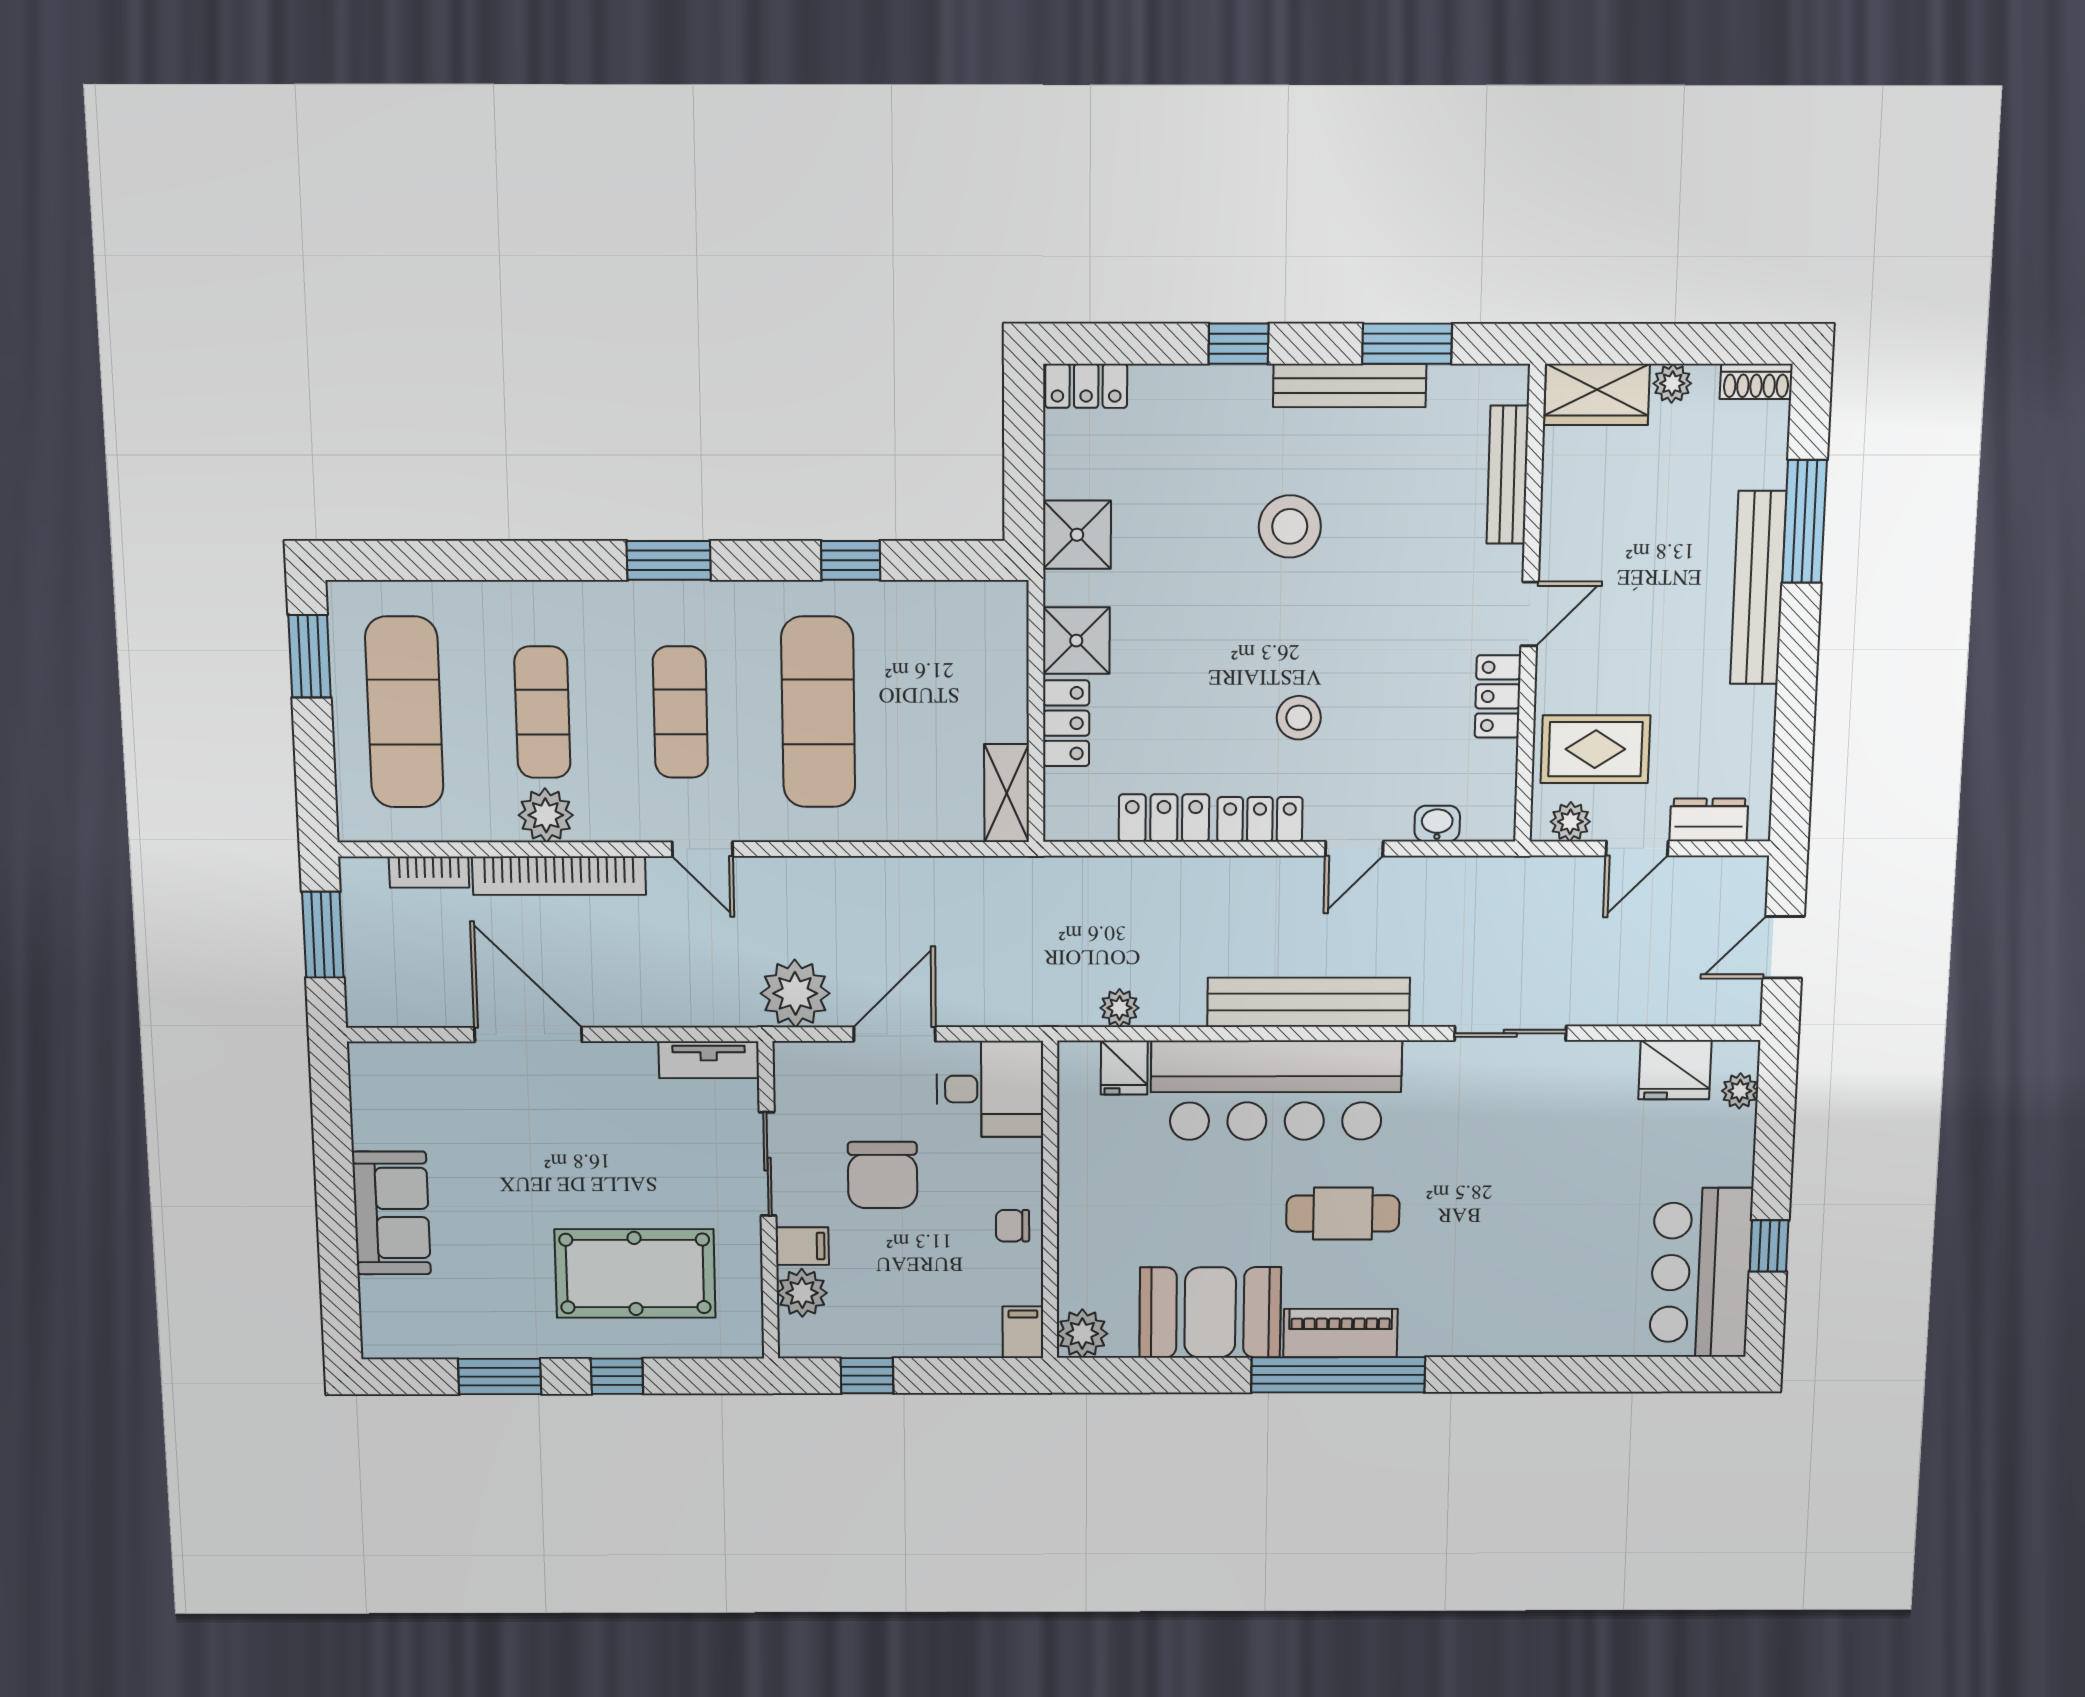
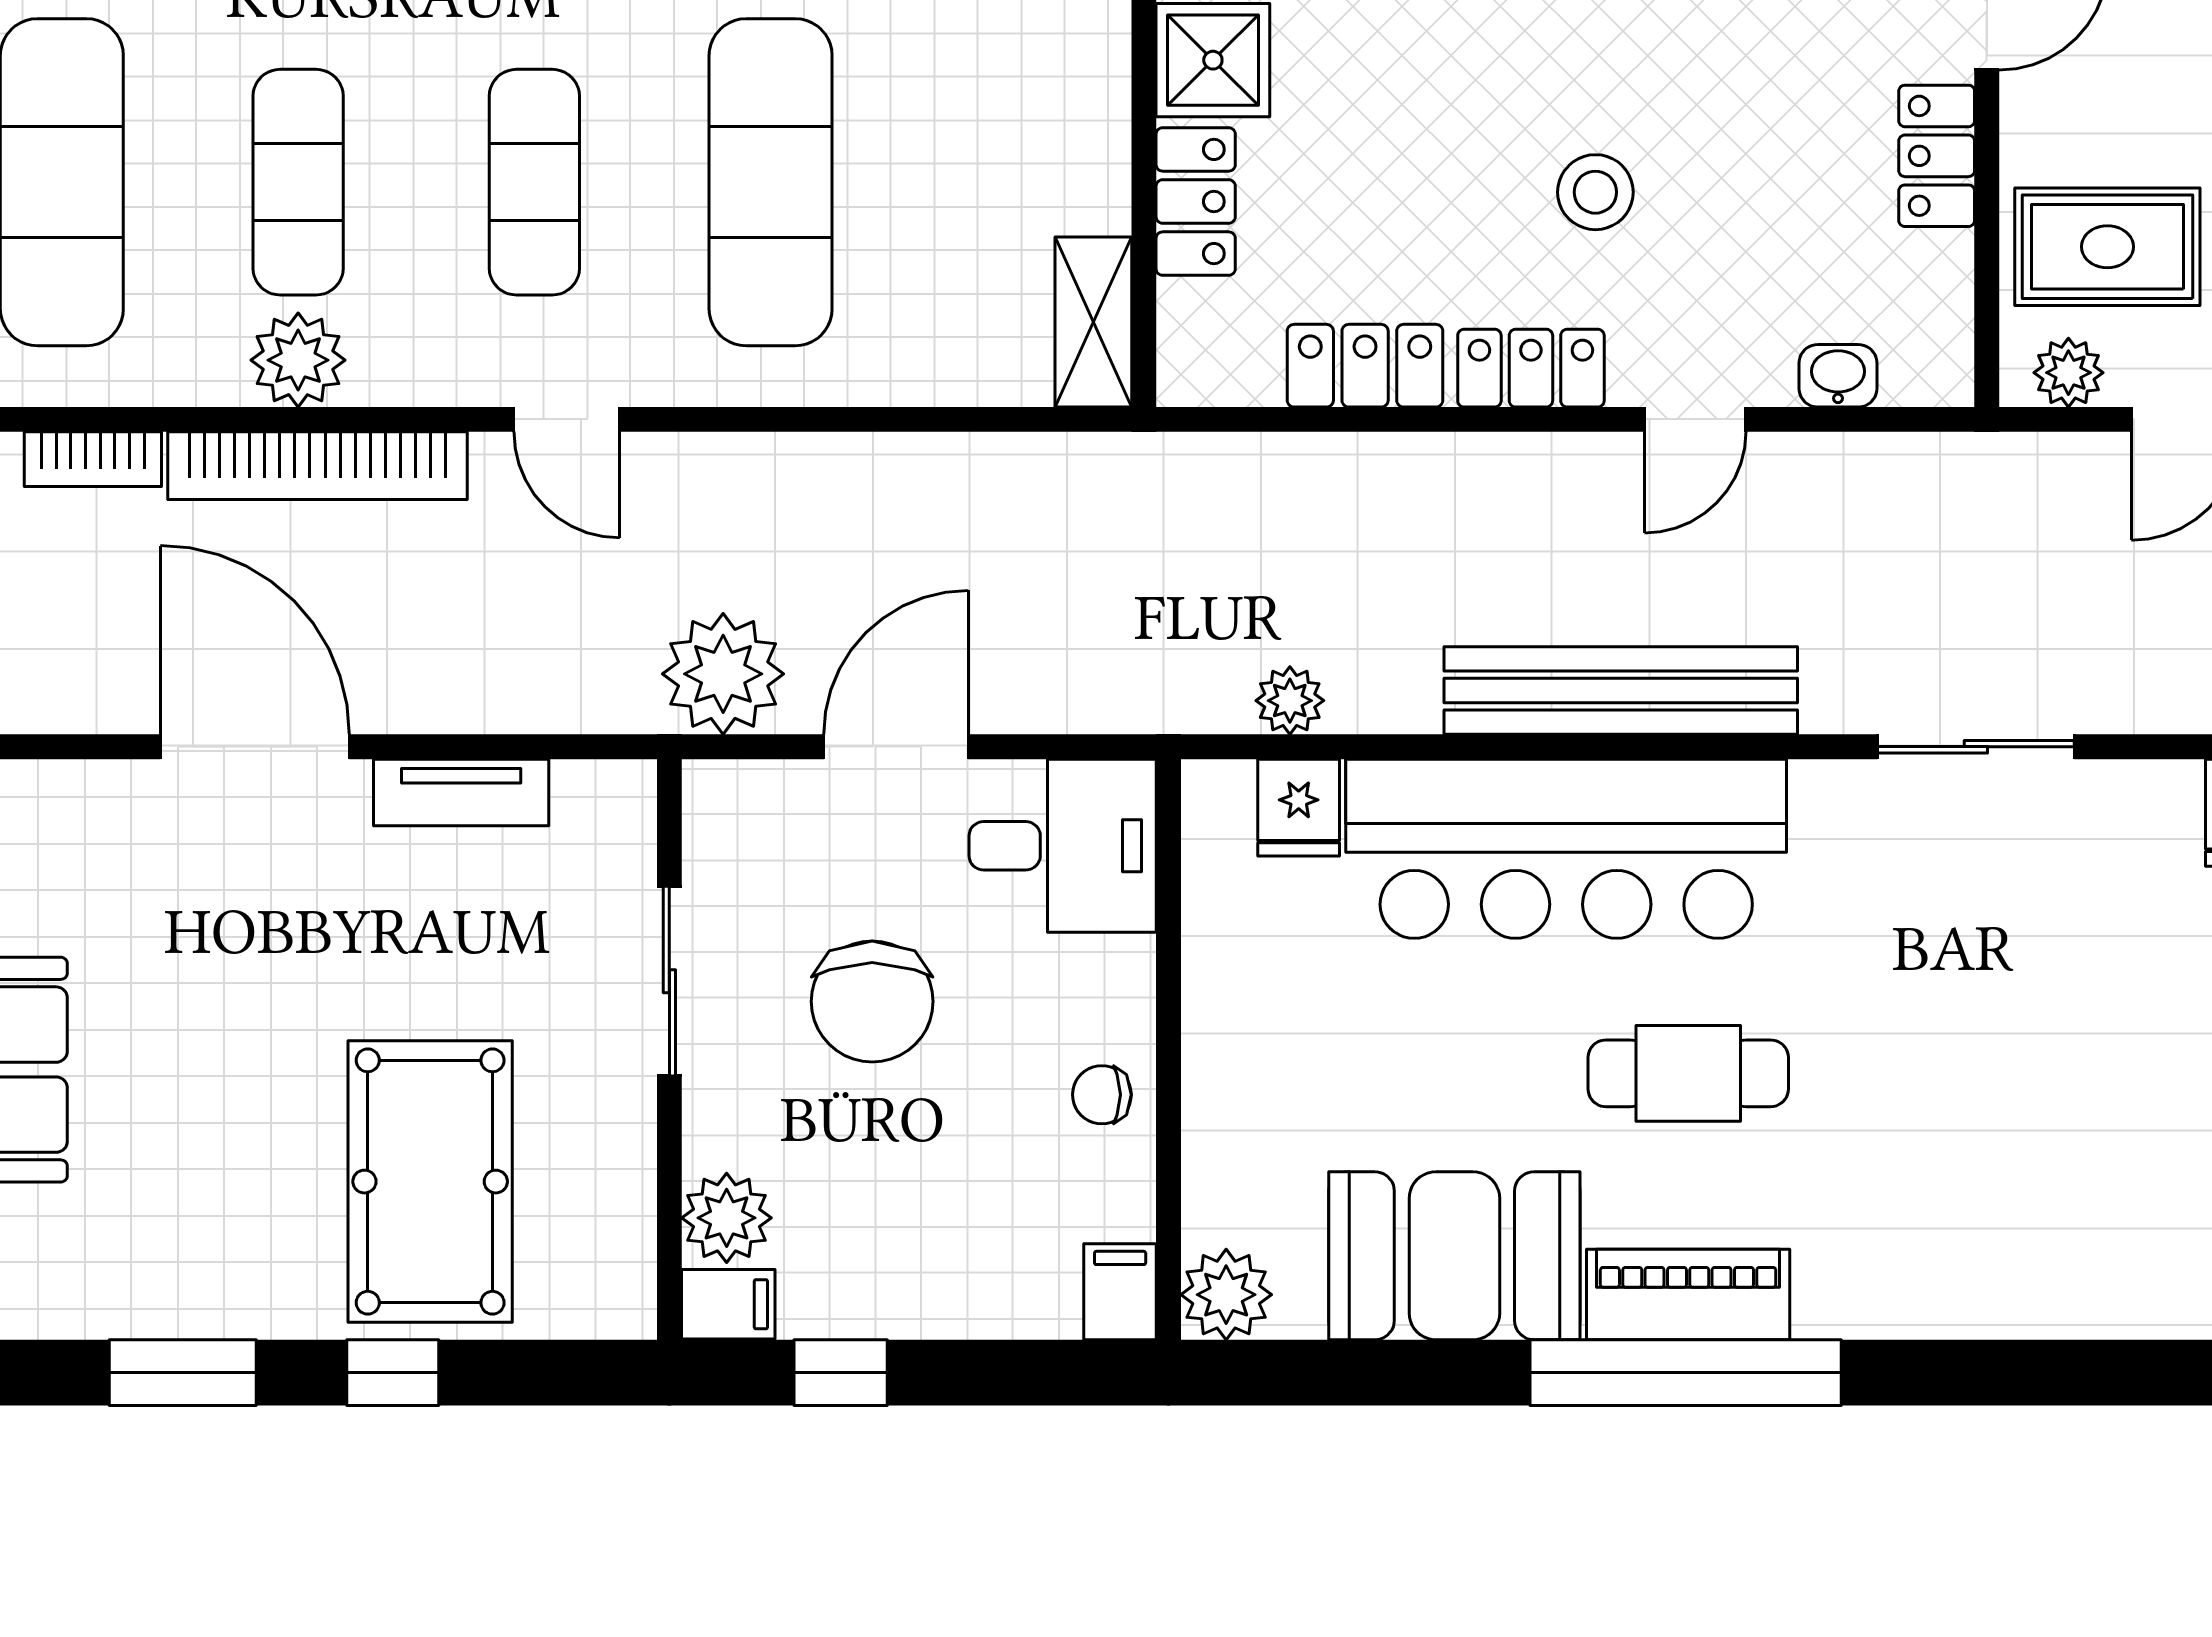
tv unit: (709, 1060) -> (461, 792), moved
filing cabinet: (802, 1246) -> (728, 1304), moved
pool table: (635, 1273) -> (430, 1182), turned 90

